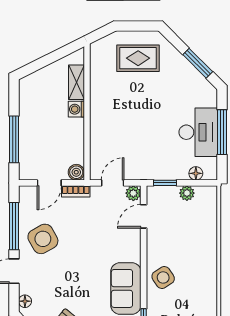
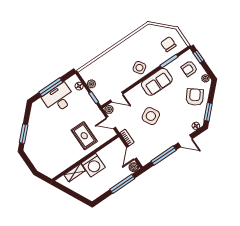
rug: (138, 58) -> (84, 136), moved
window: (198, 63) -> (24, 134), moved
washing machine: (76, 109) -> (93, 165), width x1.89, depth x1.89
boiler: (76, 172) -> (134, 167), moved
door: (49, 183) -> (132, 153), swing flipped
side table: (43, 239) -> (151, 116), moved

